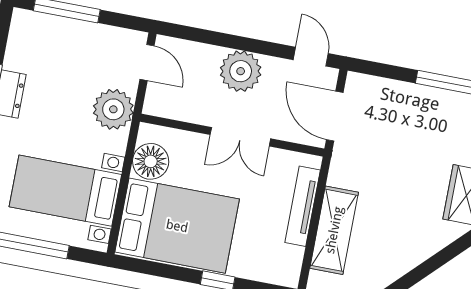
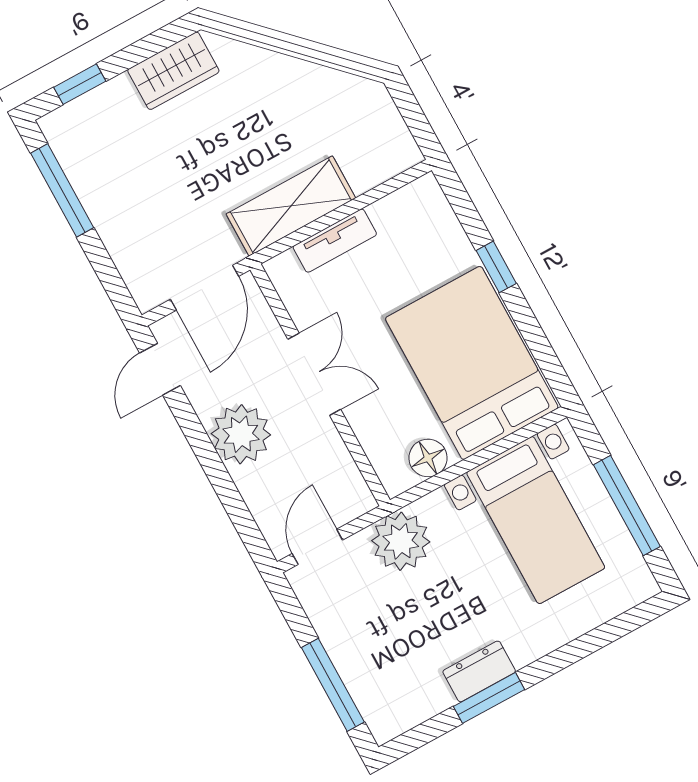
floor lamp: (151, 161) -> (428, 458), width x0.73, depth x0.73
tv unit: (303, 206) -> (335, 241), width x0.71
shelving: (334, 230) -> (291, 206), moved

